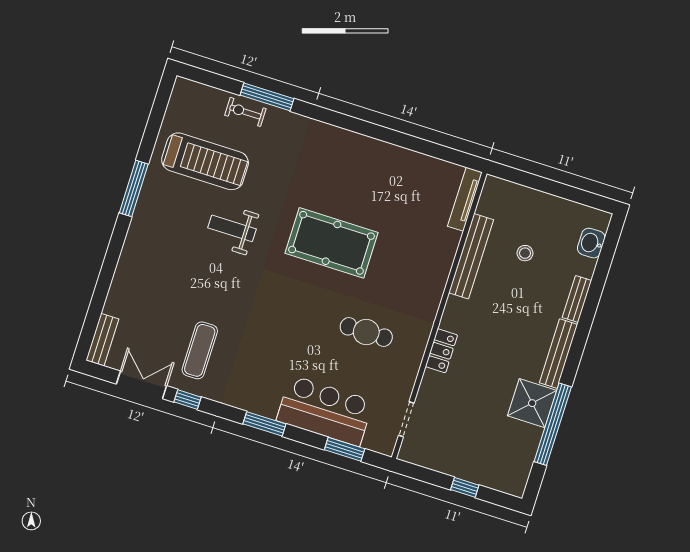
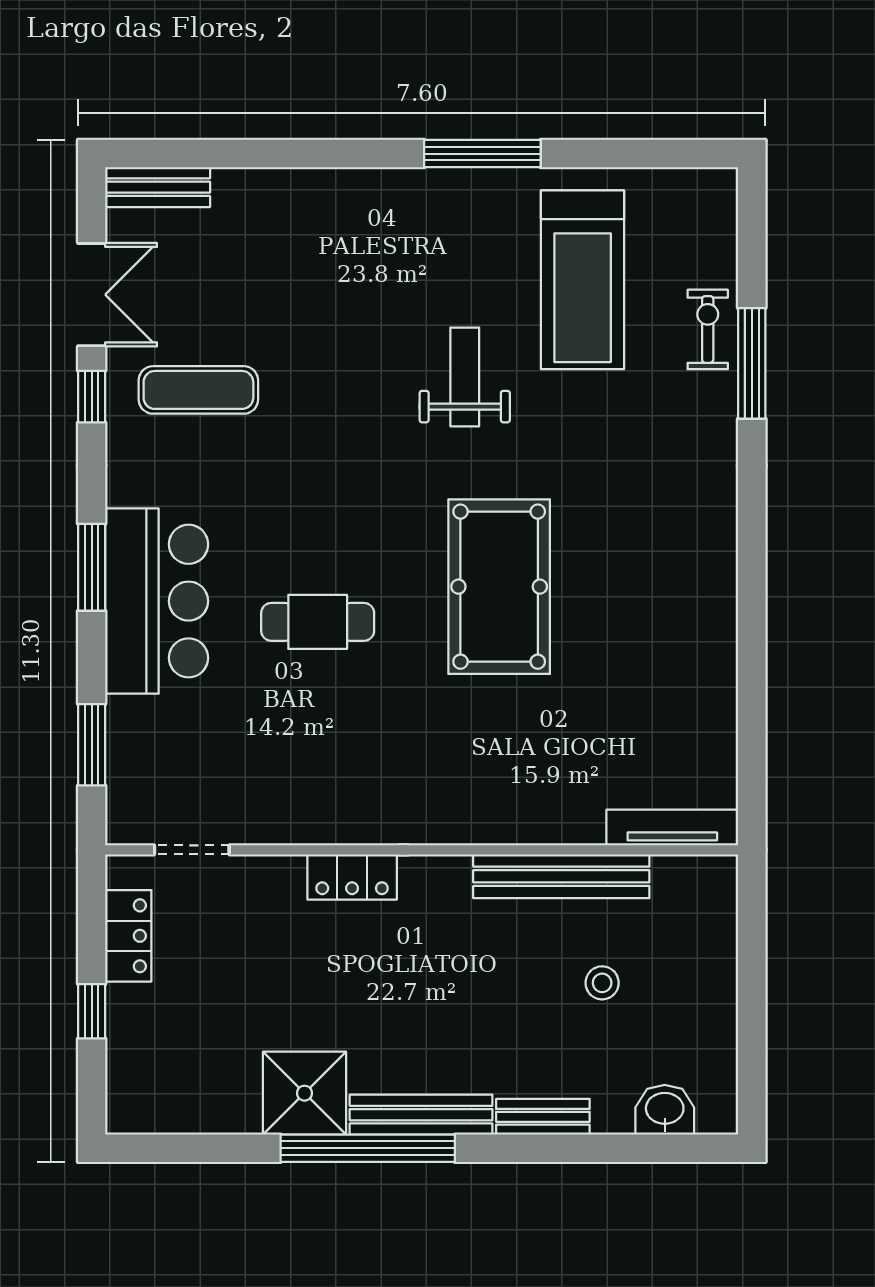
cafe table: (366, 332) -> (318, 622), moved, turned 90
bar counter: (325, 411) -> (157, 601), moved
window: (553, 424) -> (368, 1148), moved
locker: (436, 460) -> (128, 936), added

